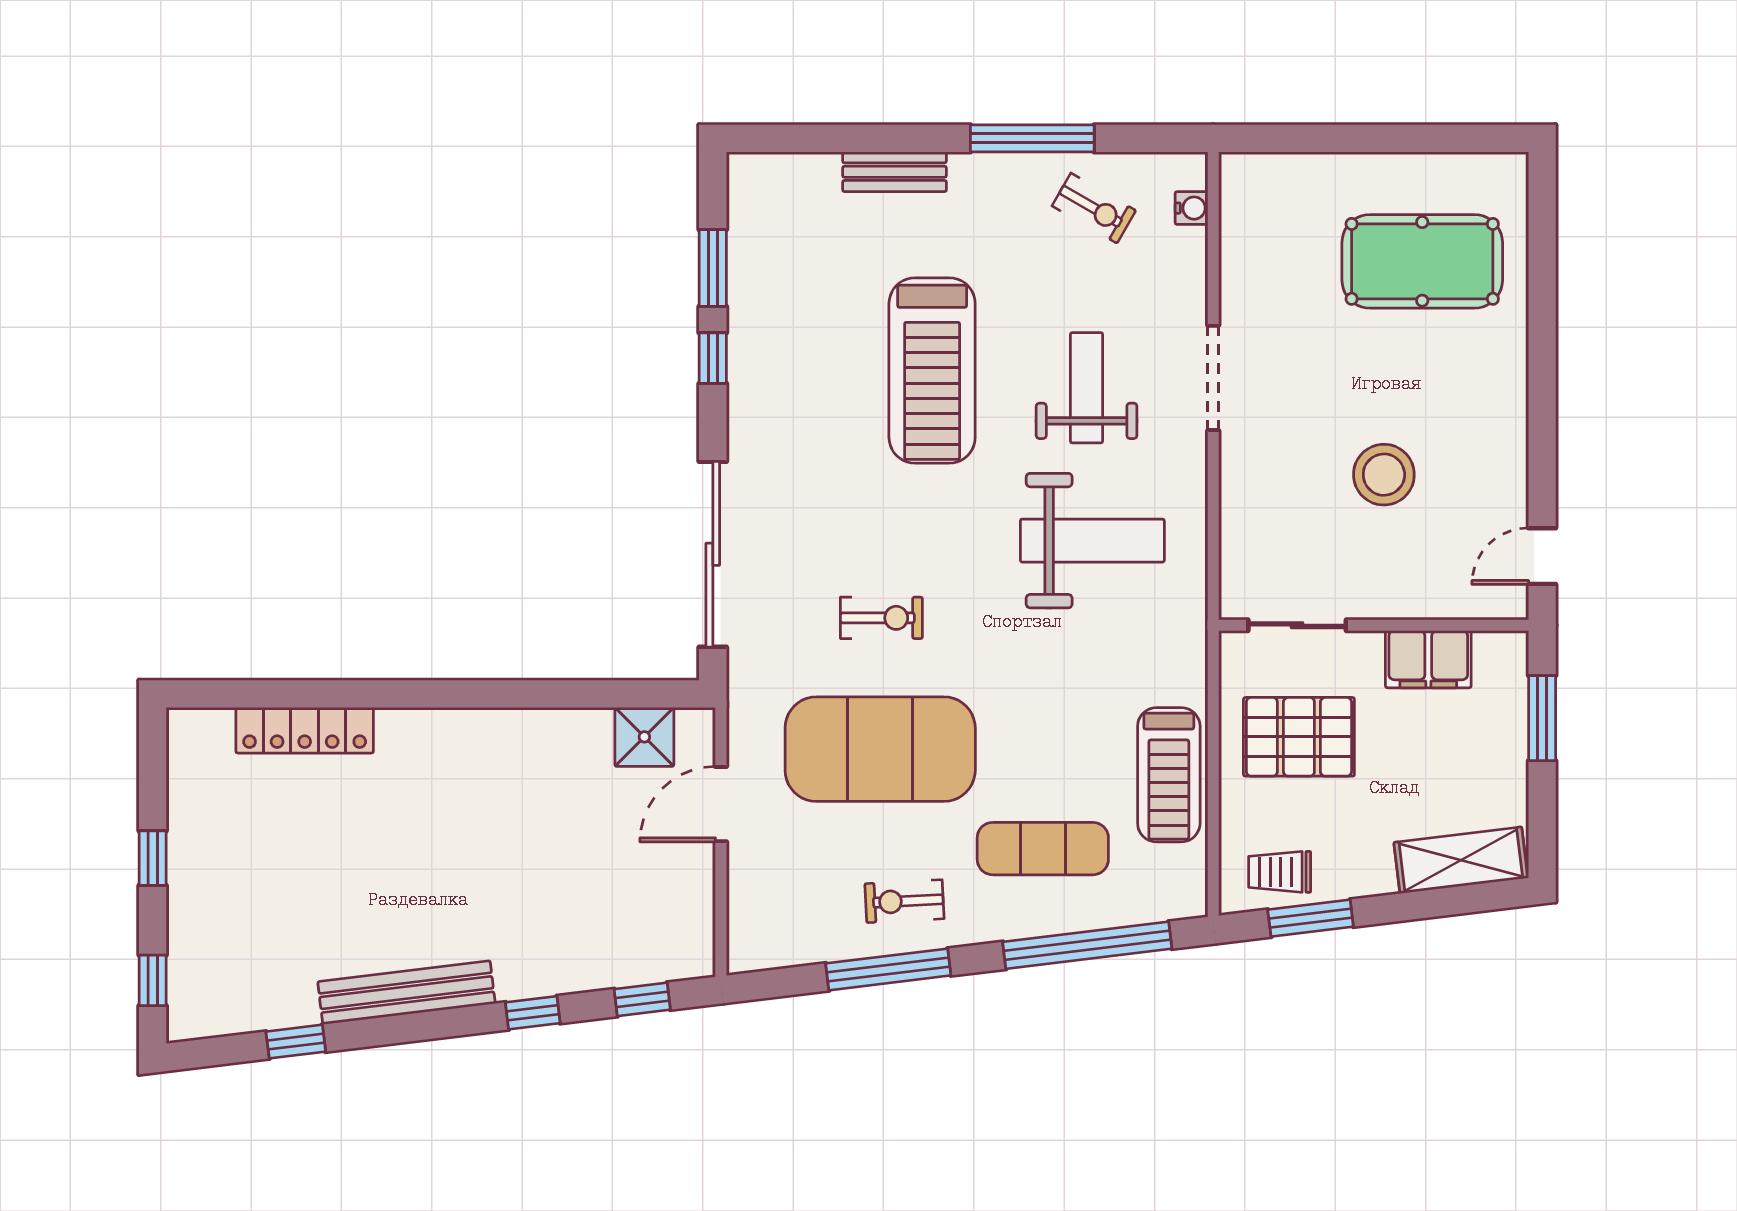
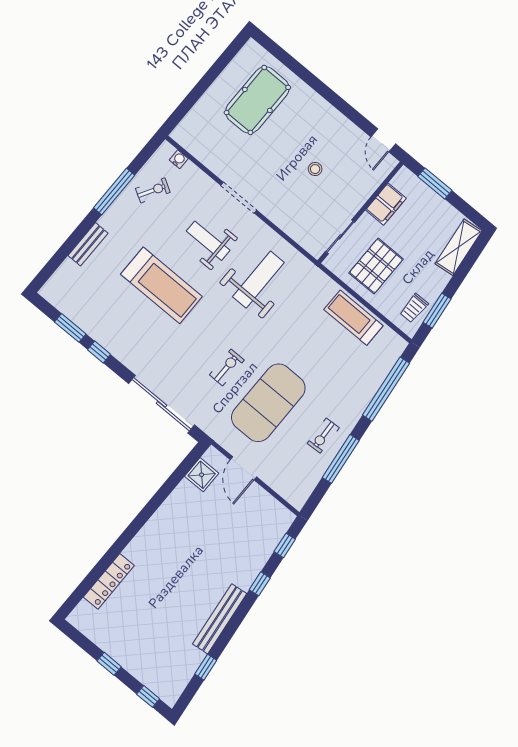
stool: (1384, 475) -> (315, 169), width x0.53, depth x0.53
treadmill: (1169, 775) -> (353, 318), turned 180
exercise mat: (1043, 849) -> (343, 377), removed

